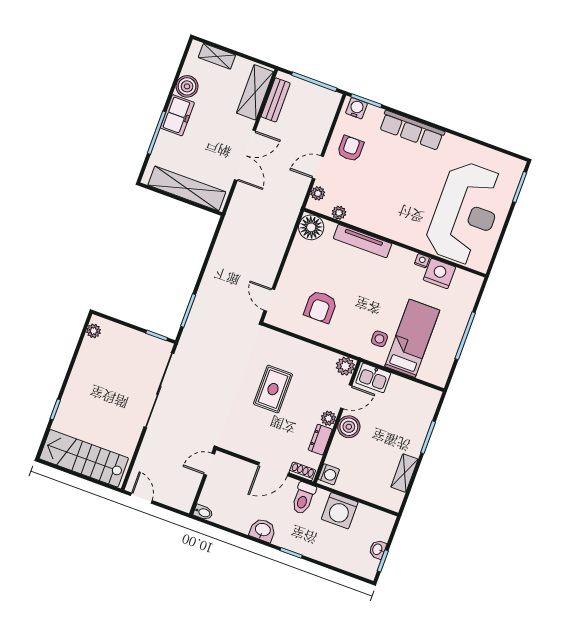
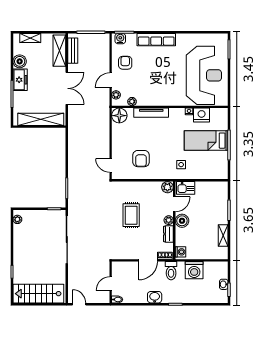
bed: (412, 338) -> (206, 141), moved, turned -90
door: (209, 464) -> (111, 284), moved

